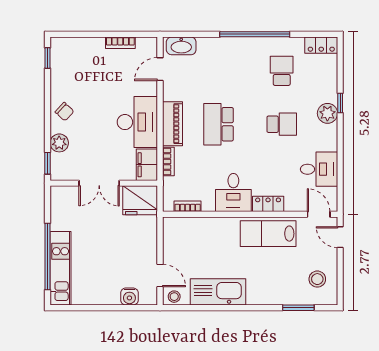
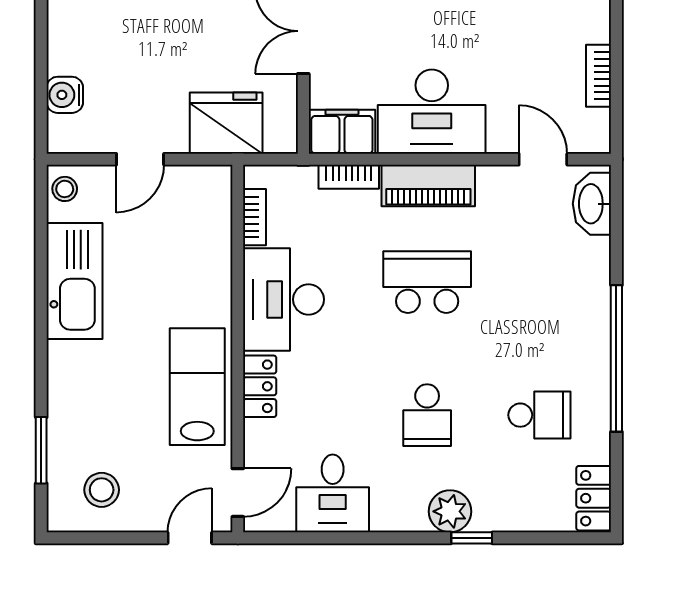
desk: (233, 193) -> (284, 299), width x1.37
fridge: (140, 200) -> (226, 123), moved, turned 90
door: (160, 276) -> (140, 159), moved

